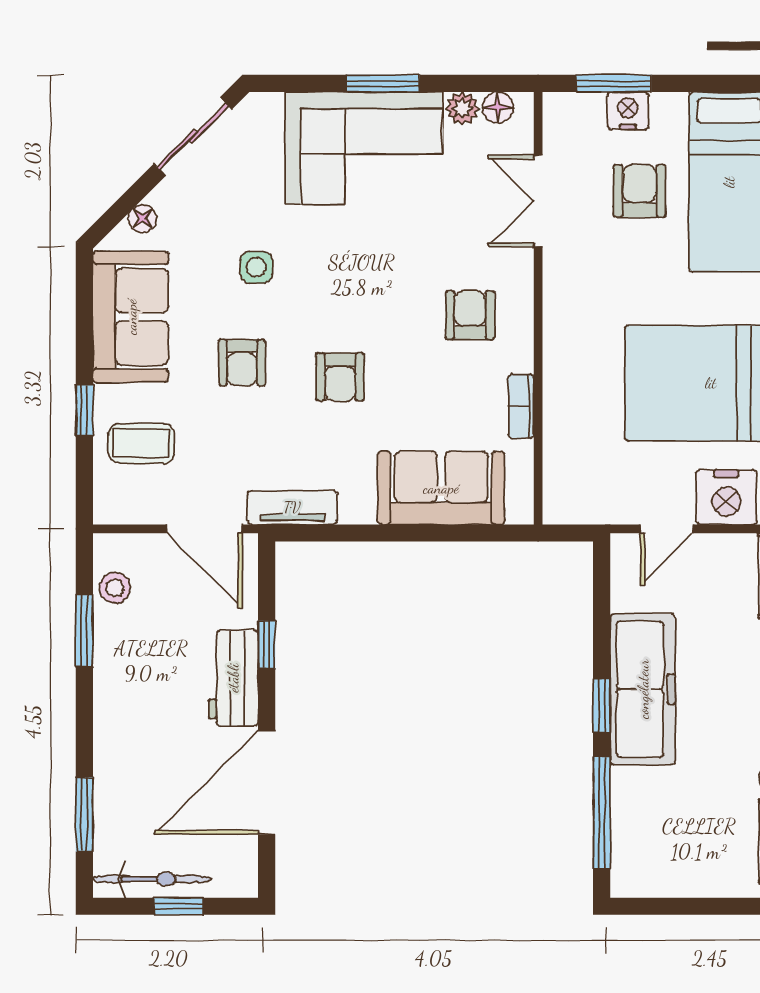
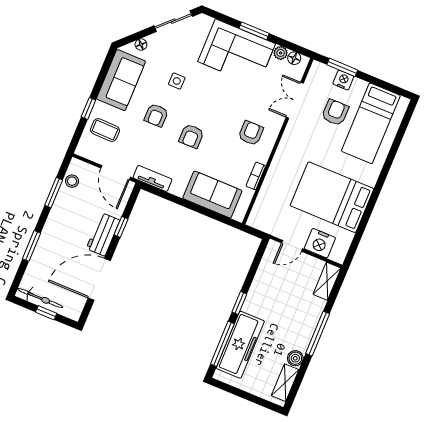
freezer: (643, 689) -> (240, 345), moved
window: (84, 814) -> (31, 246), moved

